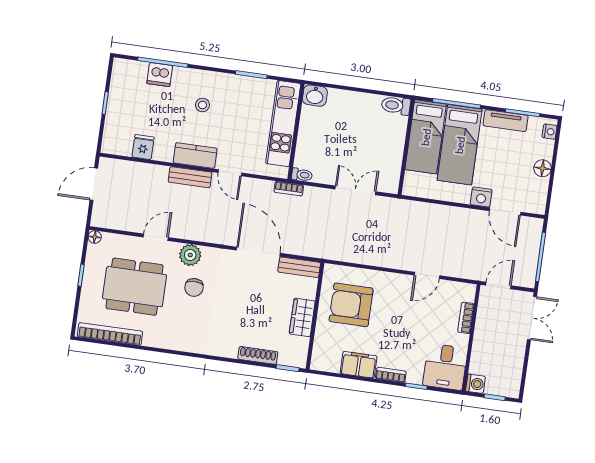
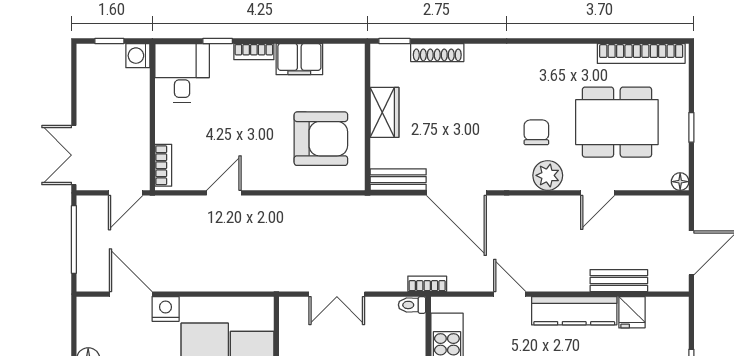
kitchen counter: (195, 155) -> (574, 311), width x1.50
bench: (190, 177) -> (619, 281), moved
bookcase: (466, 318) -> (163, 165), moved

